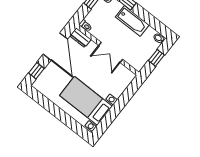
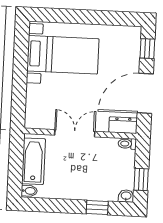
bathtub: (132, 21) -> (33, 161), moved, turned 90
door: (55, 47) -> (145, 93), hinge flipped
window: (156, 58) -> (16, 166), removed

